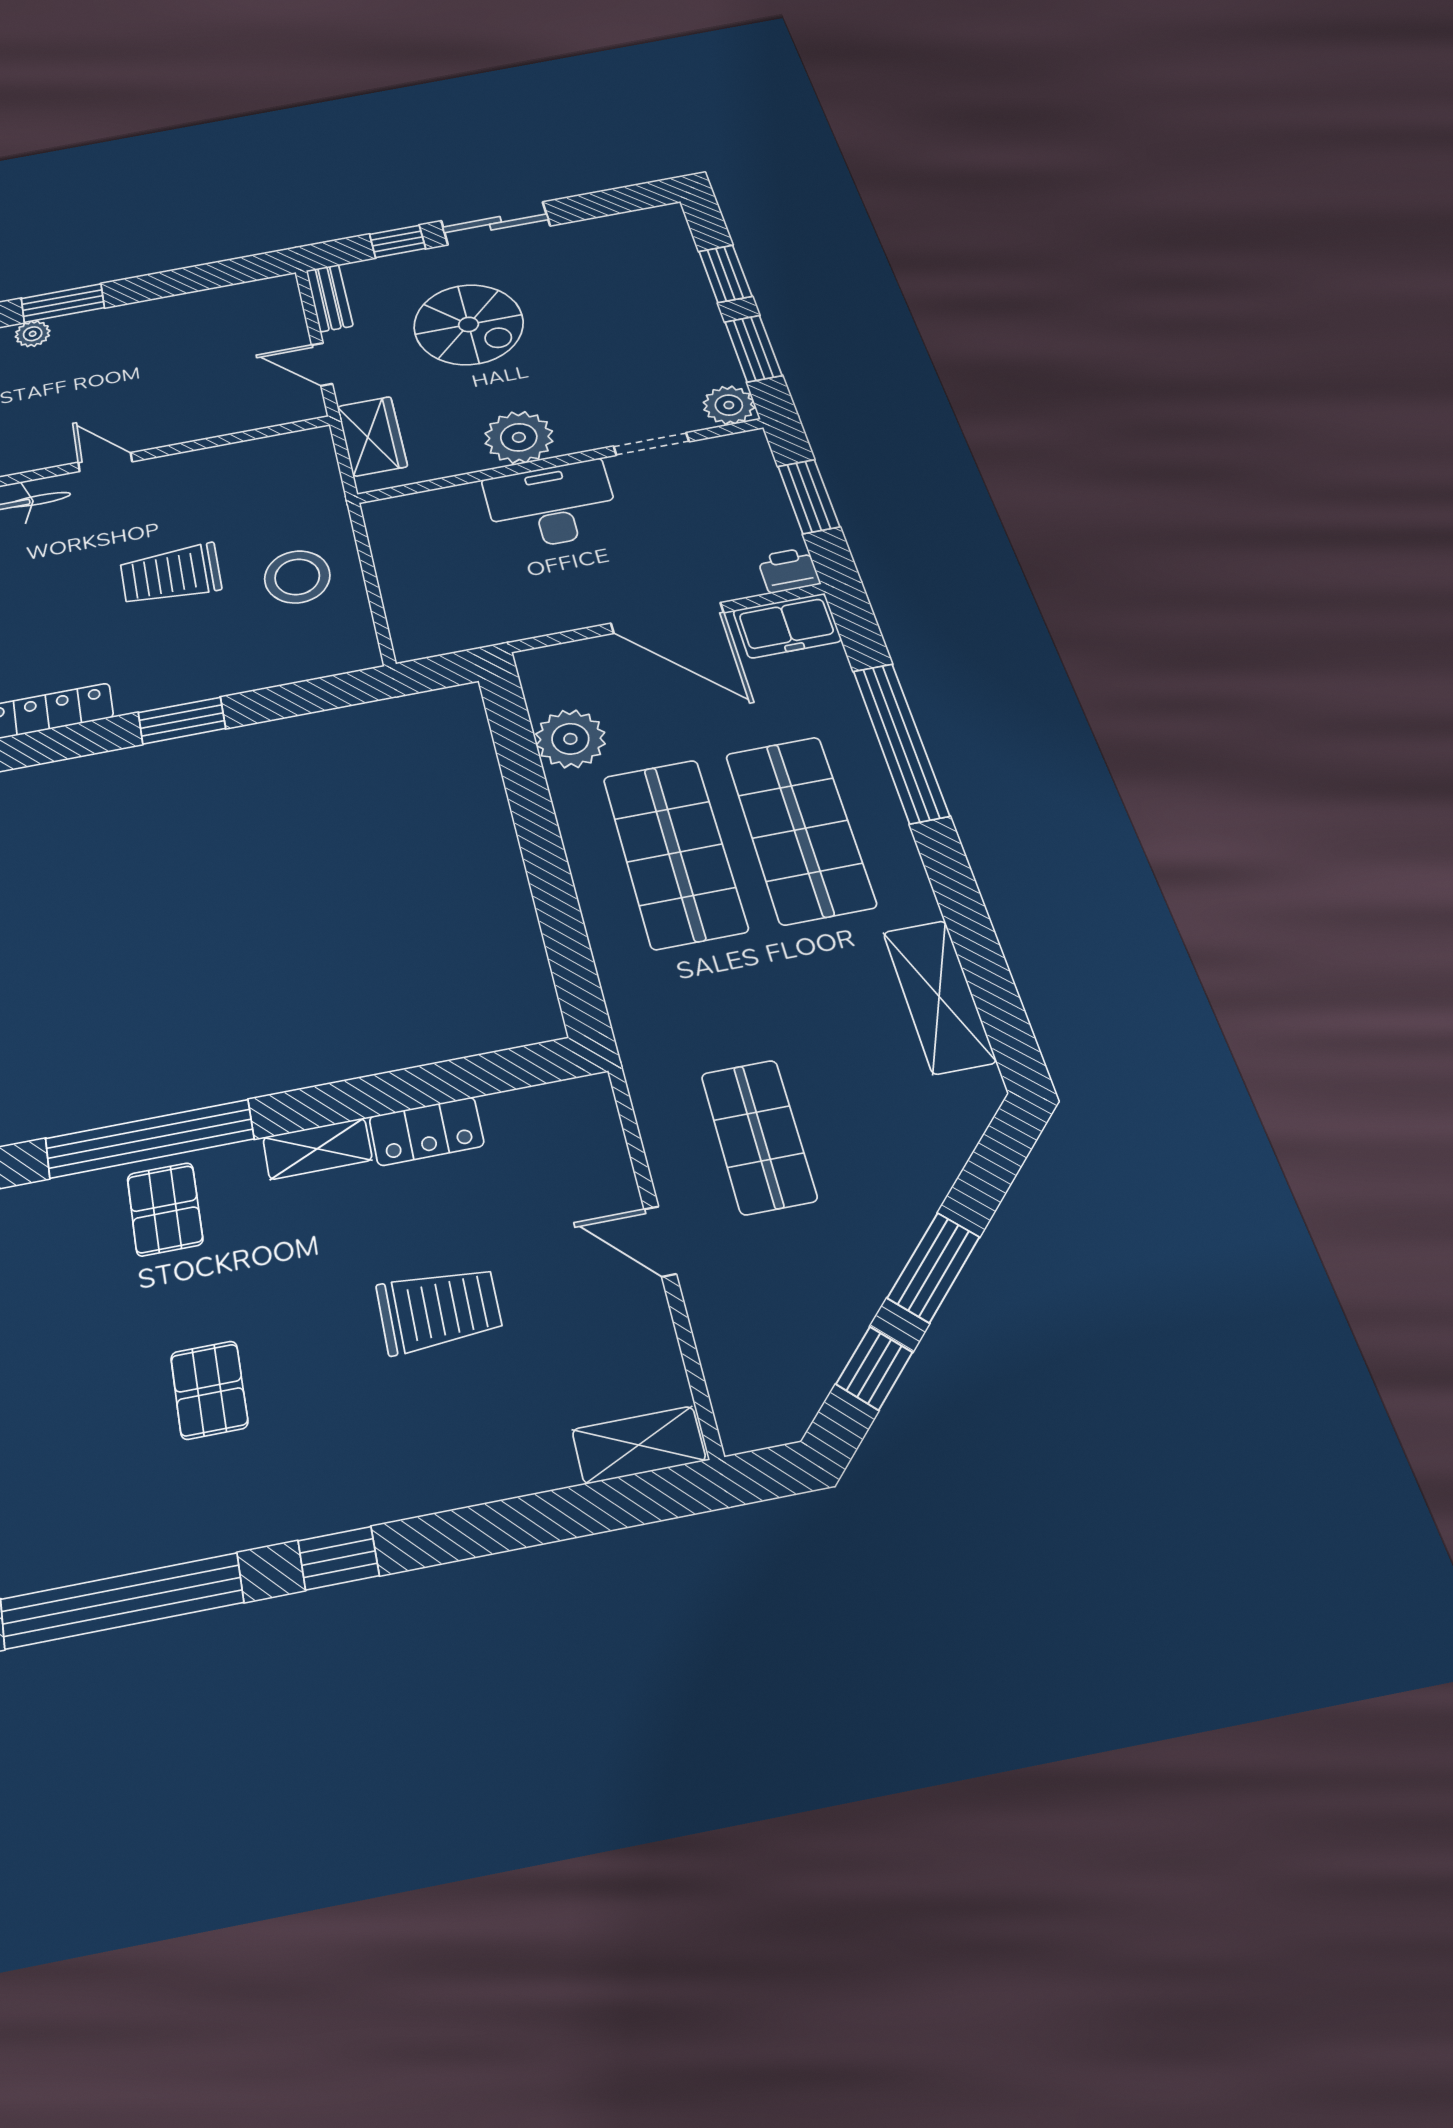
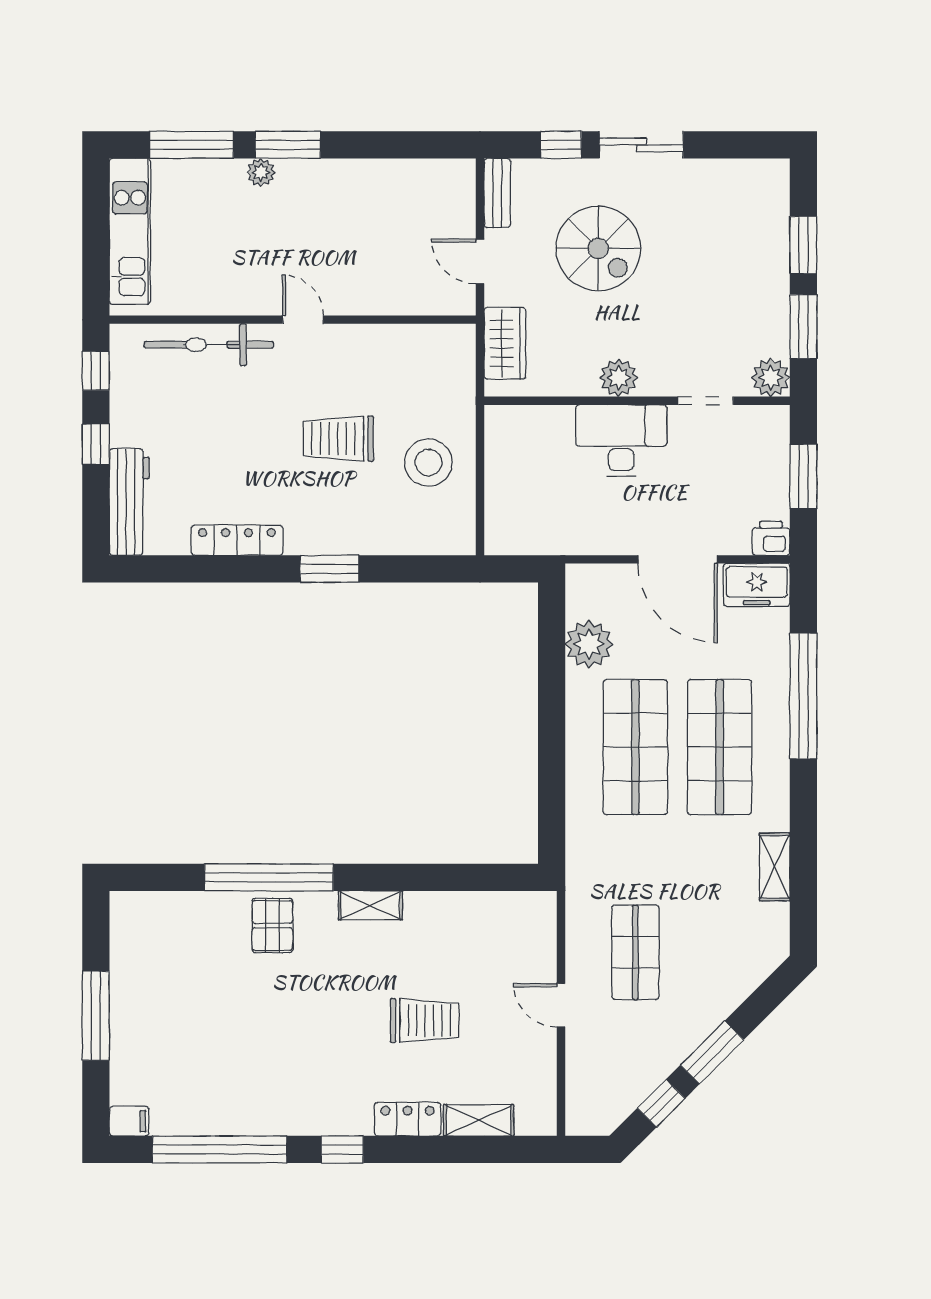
plant: (519, 437) -> (619, 378), width x0.73, depth x0.73
shelving: (939, 996) -> (775, 867), width x0.67, depth x0.75
locker: (426, 1131) -> (408, 1119), moved, turned 180
pallet: (209, 1390) -> (284, 1041), removed
shelving: (639, 1445) -> (479, 1120), moved

